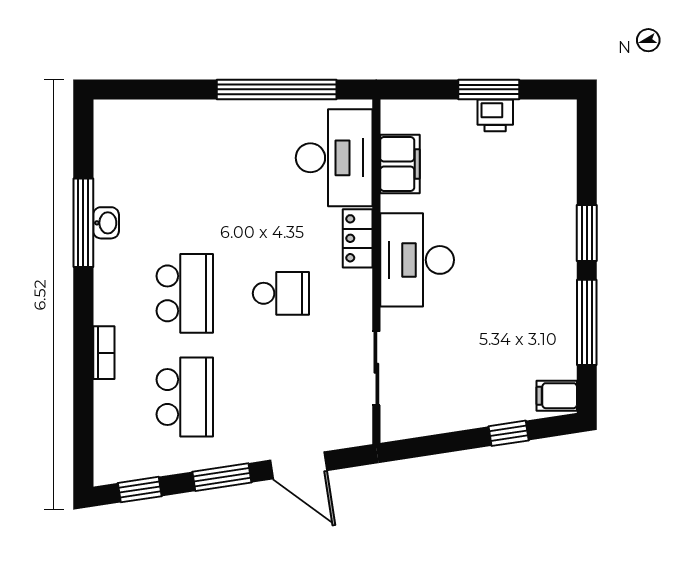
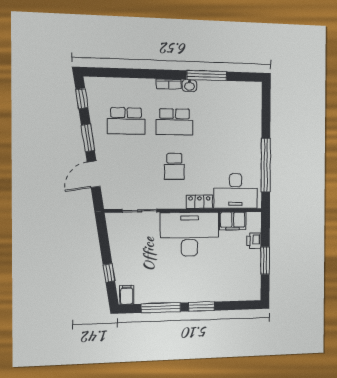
printer: (495, 115) -> (254, 241), moved
washbasin: (106, 223) -> (189, 86), moved
desk: (417, 260) -> (189, 234), width x1.36, depth x1.30
bookcase: (104, 353) -> (169, 84), moved

